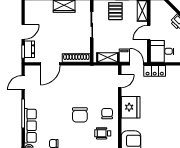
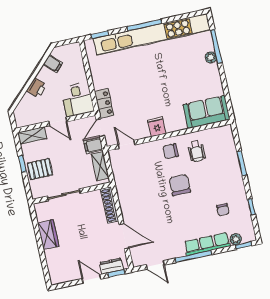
fridge: (131, 107) -> (157, 127), width x0.53, depth x0.75
chair: (80, 115) -> (180, 185), turned -90

